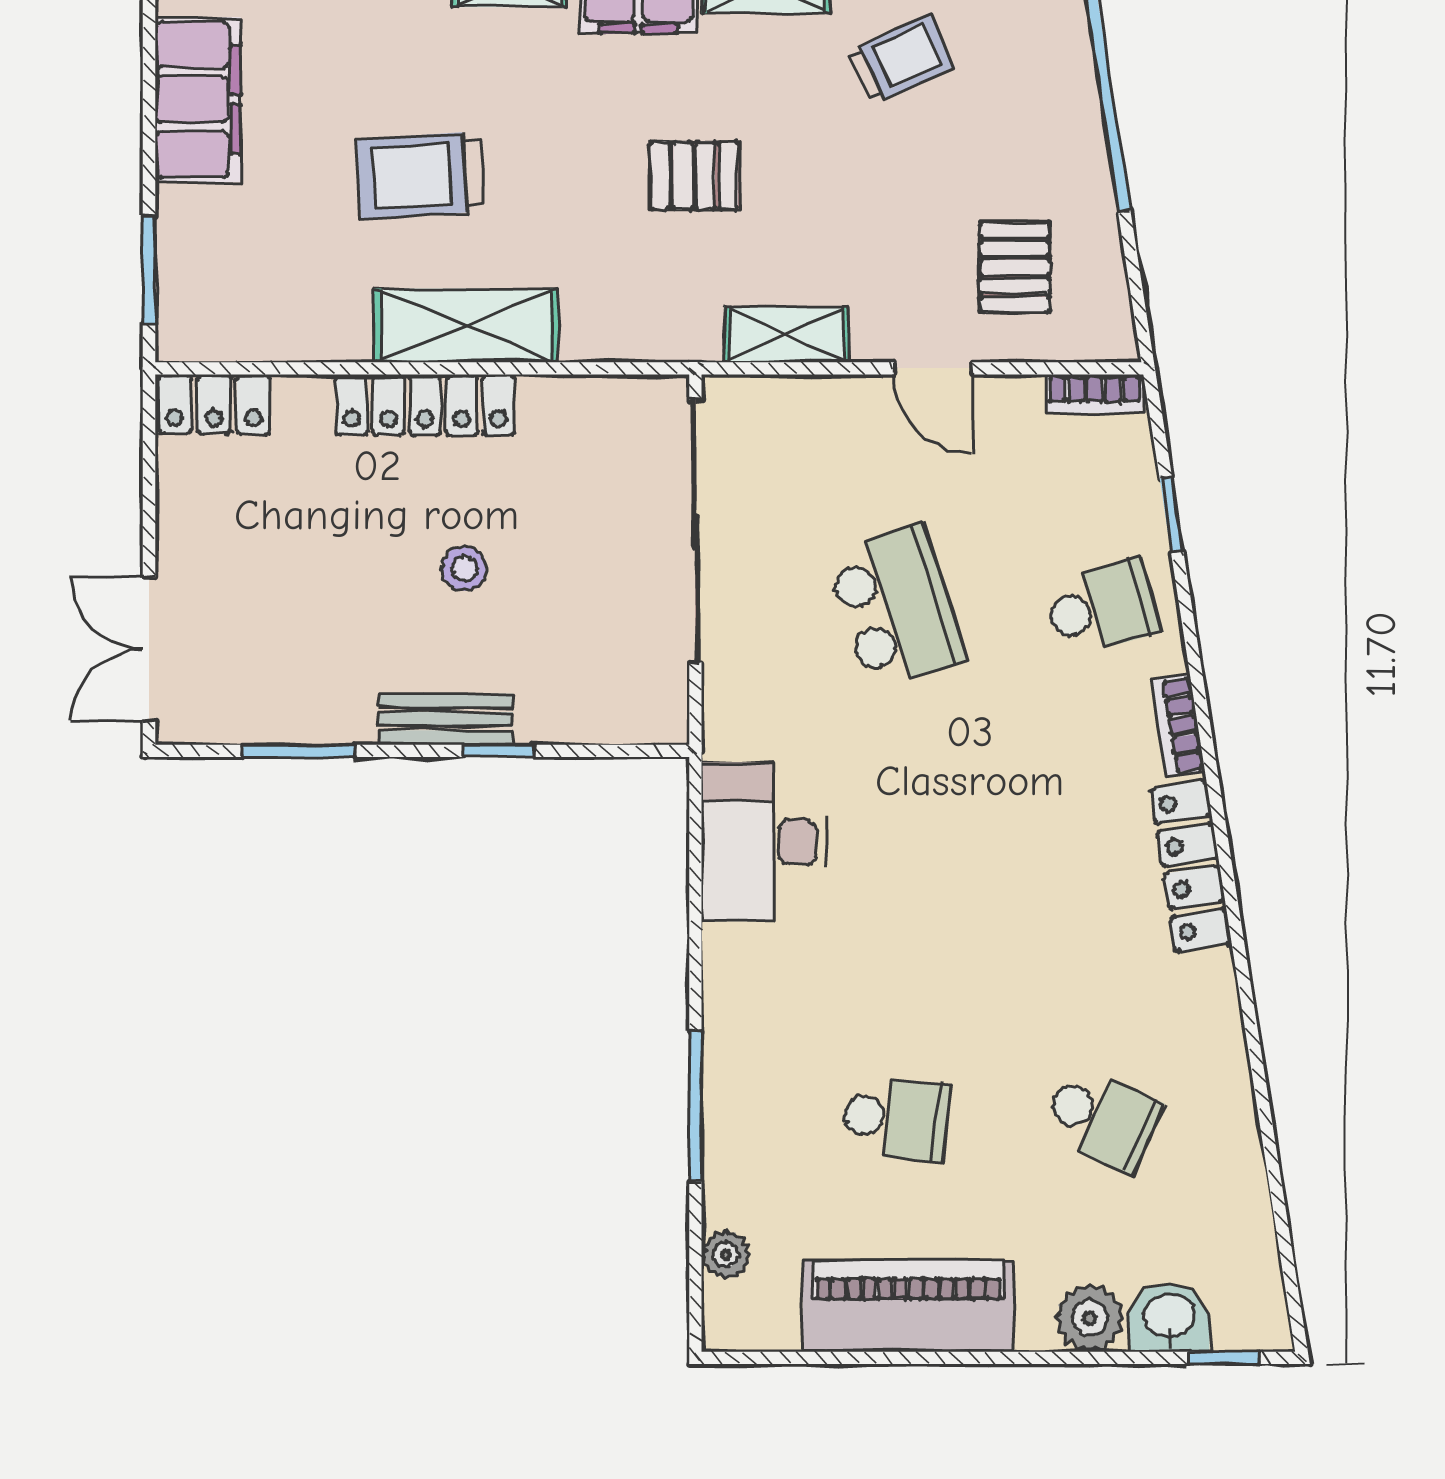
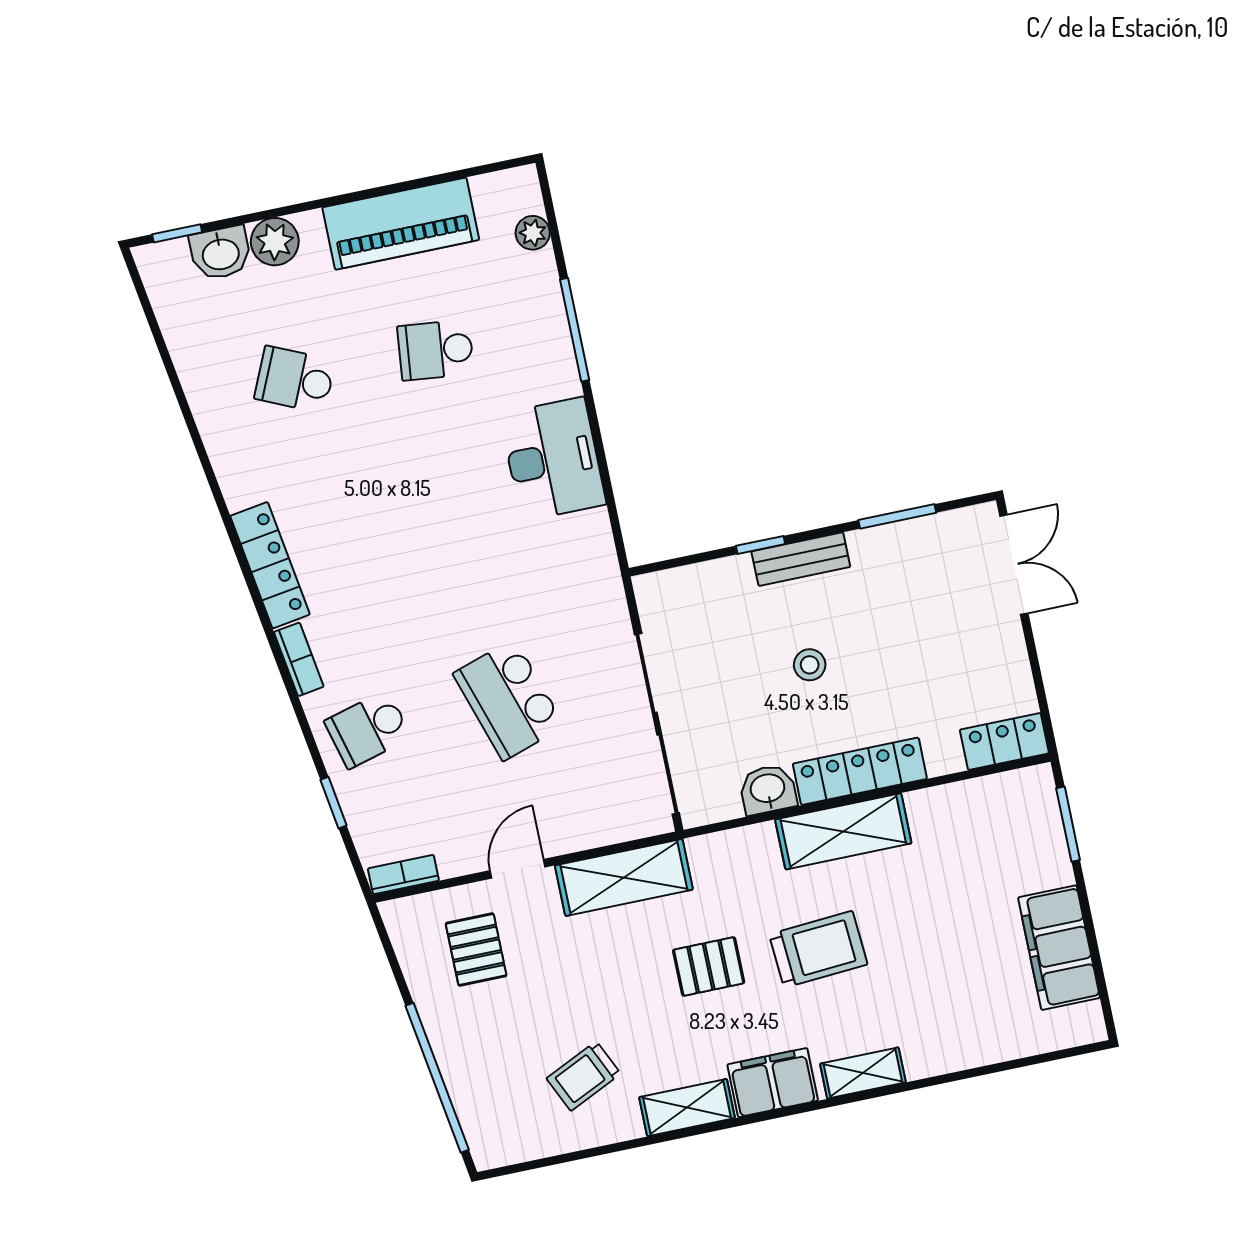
trolley: (420, 175) -> (818, 949), moved
shelving: (787, 334) -> (624, 877), width x1.50, depth x1.33
door: (933, 368) -> (518, 869), hinge flipped
washbasin: (560, 406) -> (768, 789), added
desk: (764, 842) -> (553, 459), moved

